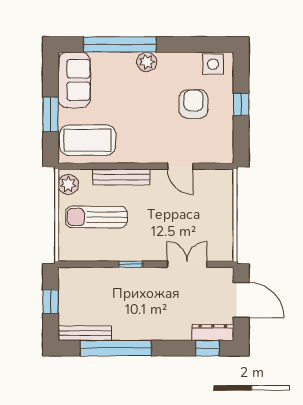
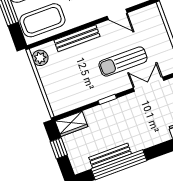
sun lounger: (96, 217) -> (123, 61), moved
wardrobe: (77, 278) -> (71, 124), added
bench: (85, 333) -> (110, 156), moved

